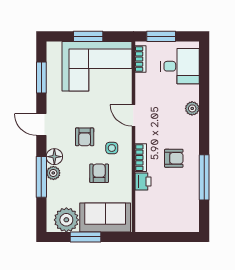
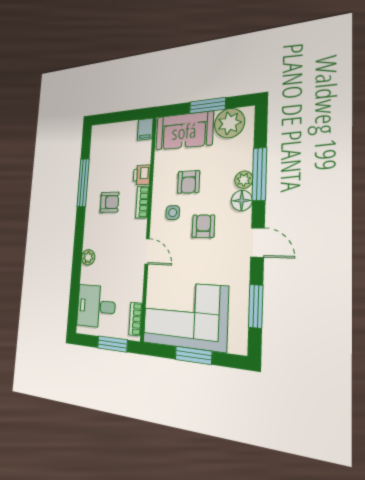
armchair: (174, 158) -> (110, 202), turned 180
filing cabinet: (142, 223) -> (145, 129), added

